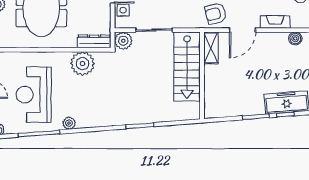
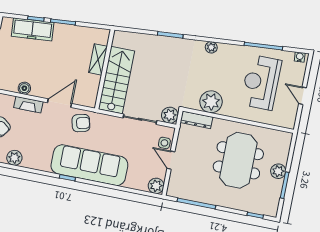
boiler: (295, 38) -> (24, 88), moved
shelving: (211, 48) -> (98, 59), moved
reception desk: (34, 95) -> (261, 82), turned 180
plant: (69, 123) -> (211, 47), moved

